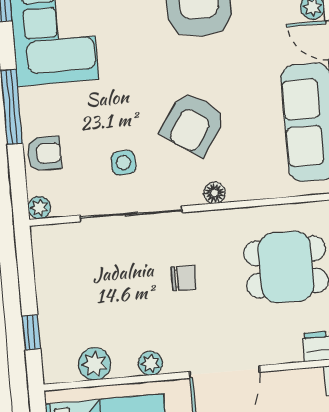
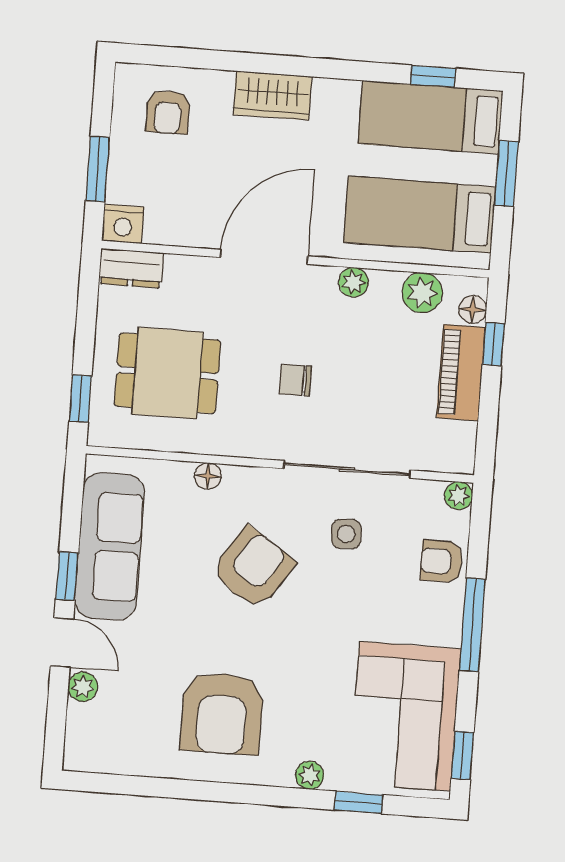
floor lamp: (215, 193) -> (208, 476), moved
piano: (53, 306) -> (461, 373), added
floor lamp: (52, 357) -> (473, 309), added

